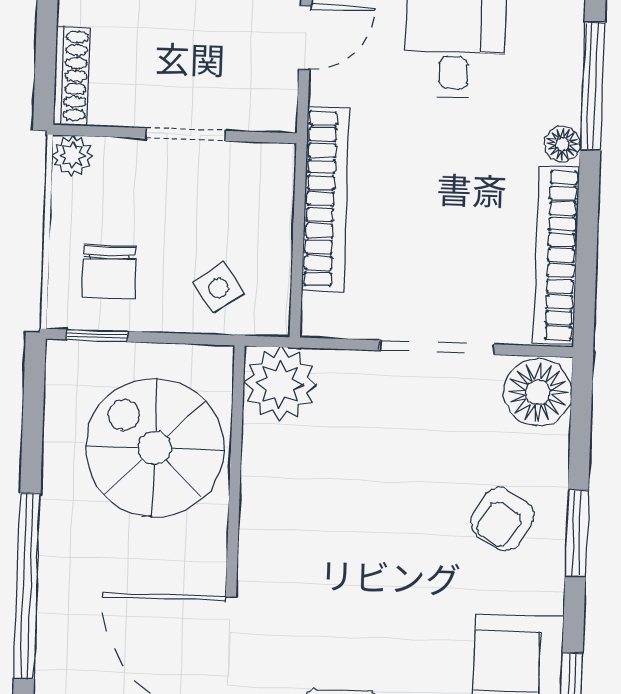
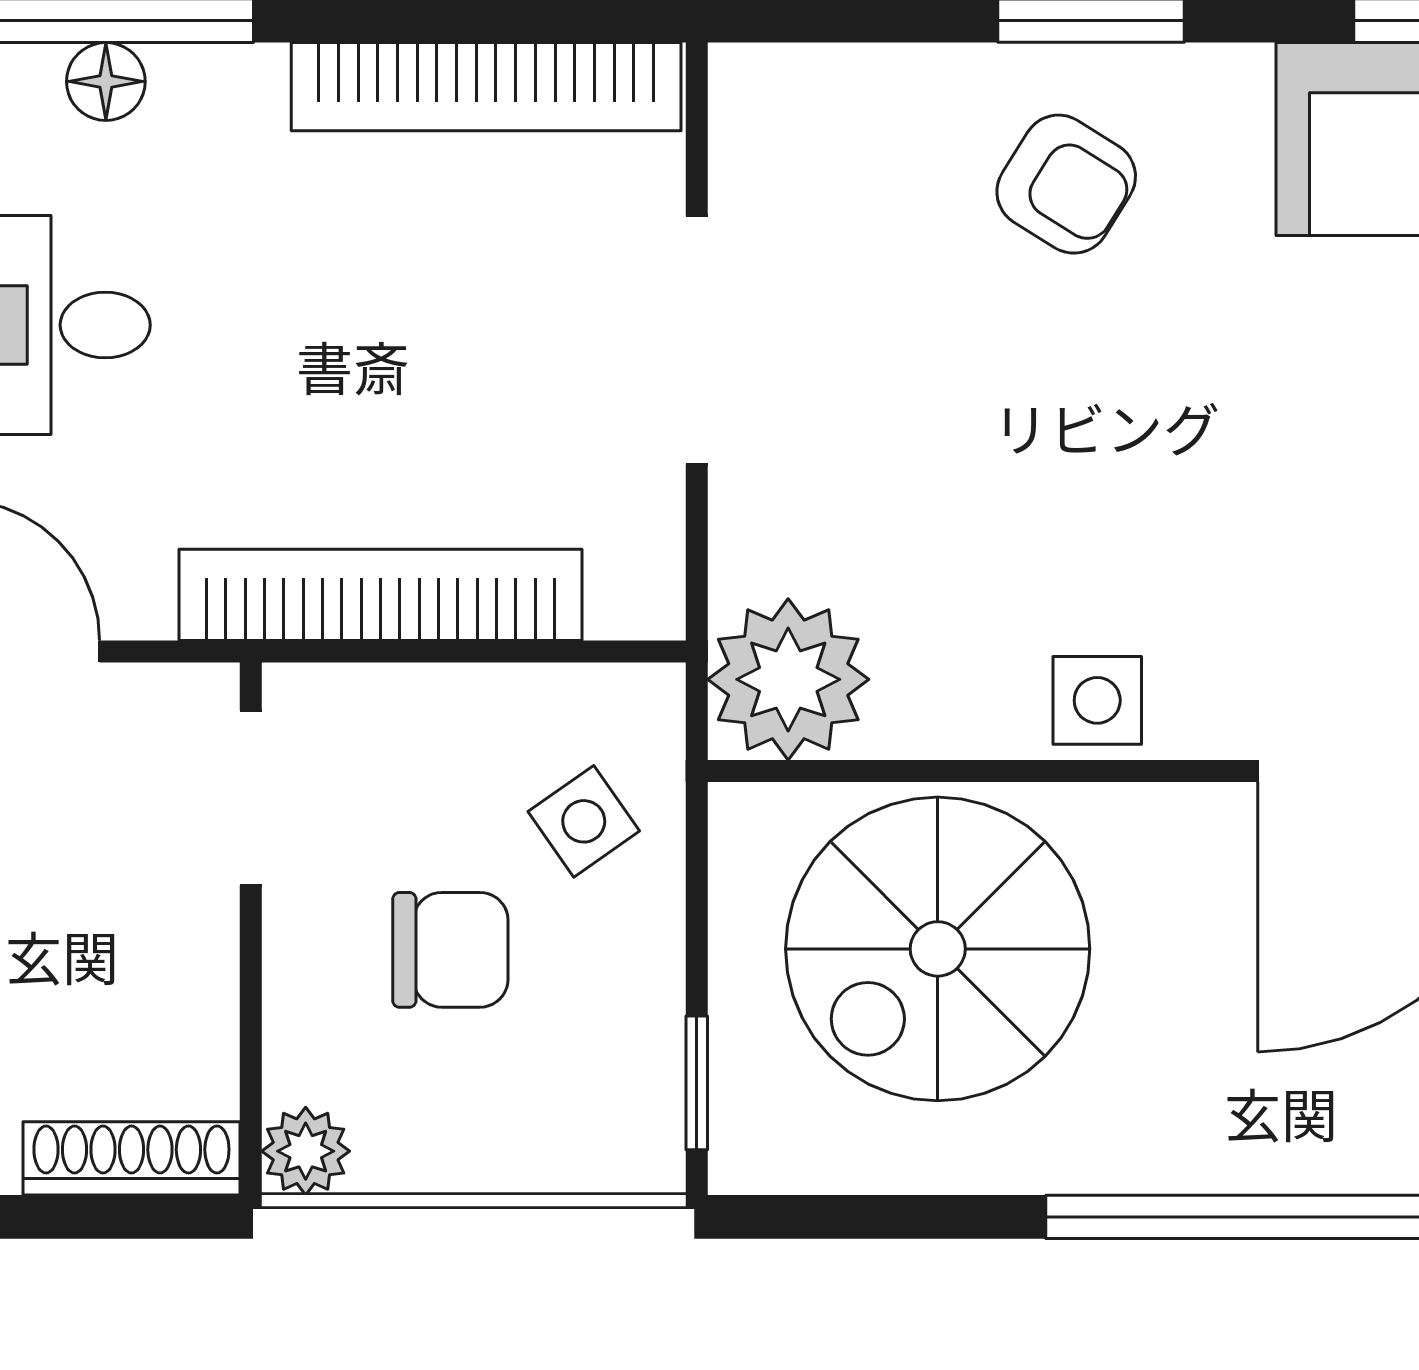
doorway: (185, 134) -> (251, 798), moved
floor lamp: (562, 144) -> (106, 81), moved
chair: (109, 272) -> (450, 950), moved
floor lamp: (538, 392) -> (787, 116), removed
side table: (266, 525) -> (1097, 700), added

